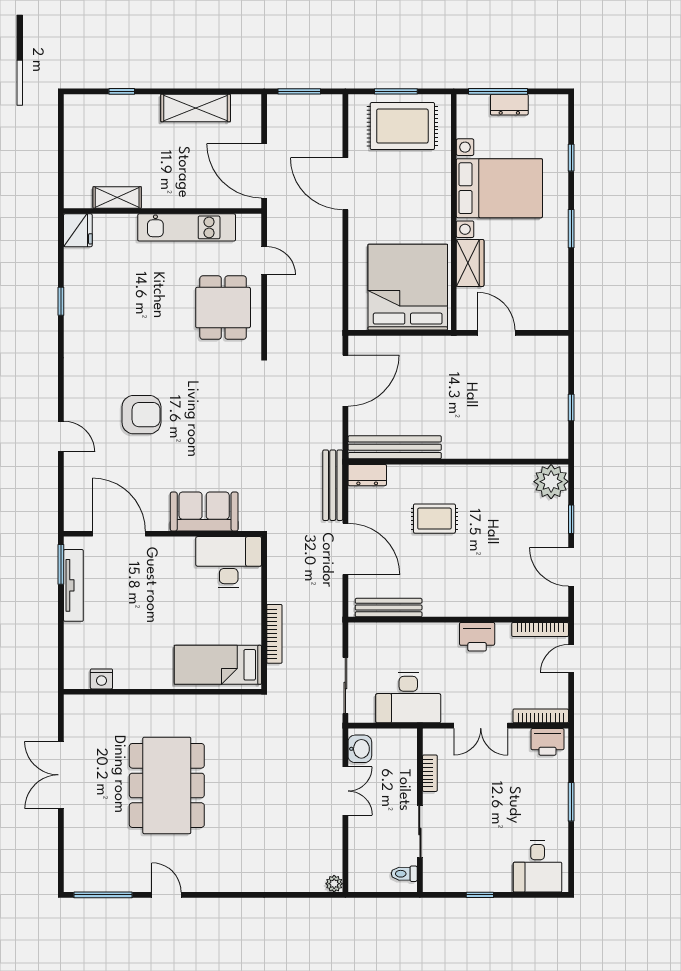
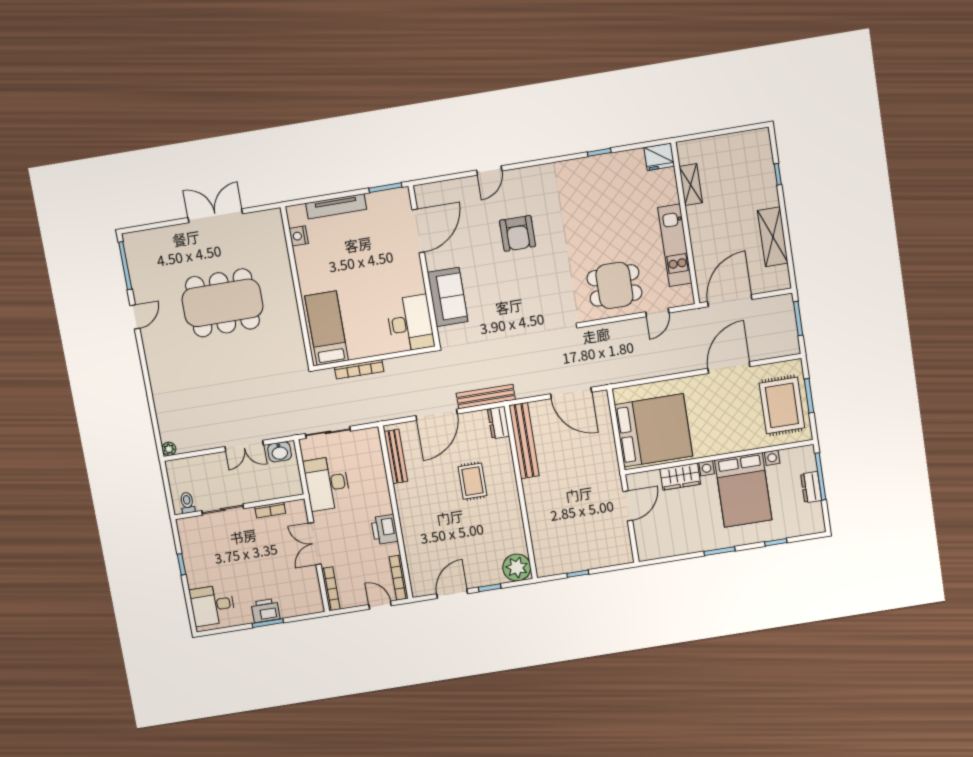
tv unit: (73, 585) -> (336, 206), moved
printer: (547, 742) -> (265, 611), moved, turned 90

